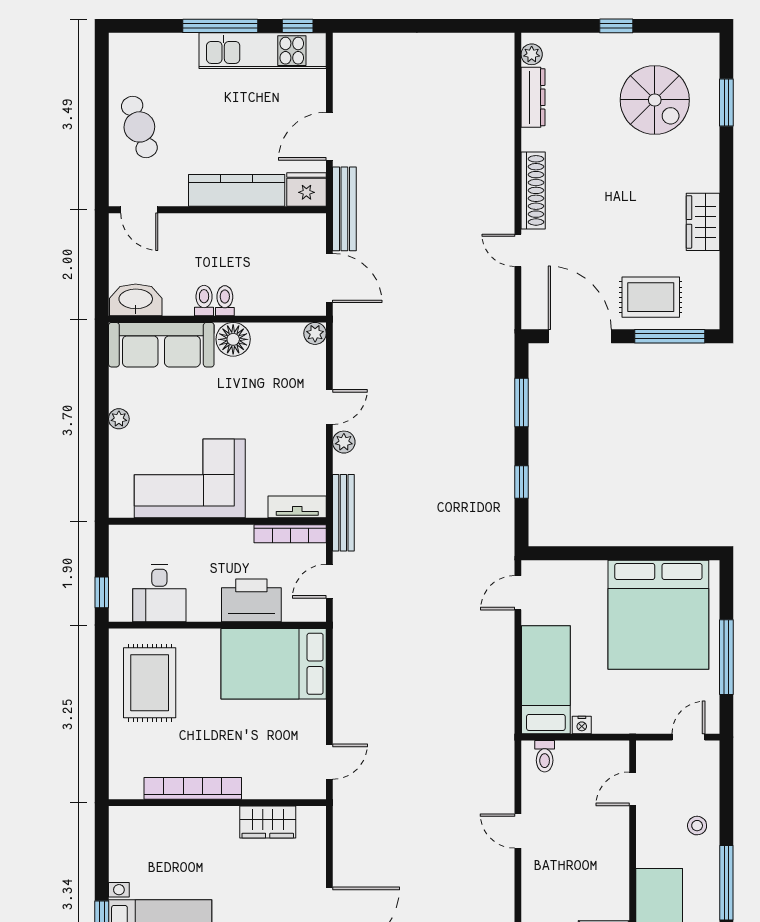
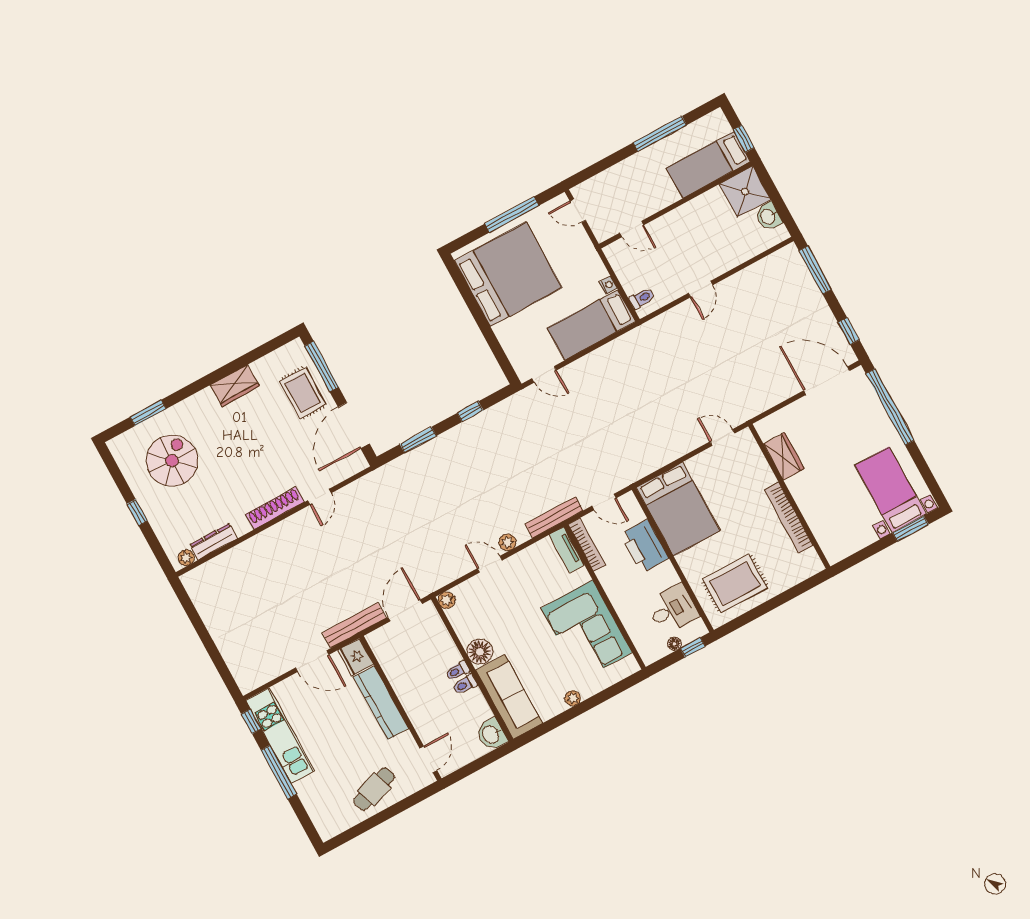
washbasin: (136, 300) -> (491, 734), width x0.72
floor lamp: (118, 573) -> (674, 644), added
stool: (697, 826) -> (633, 174), removed

